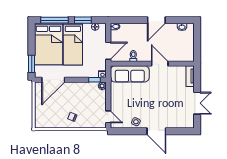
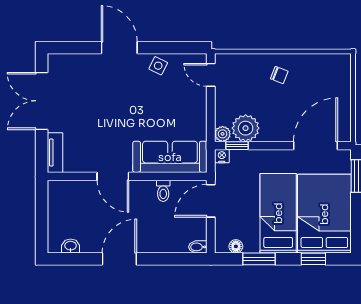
window: (54, 20) -> (313, 259), width x0.46
plant: (90, 89) -> (246, 128), added
double door: (197, 103) -> (42, 101), width x1.37

